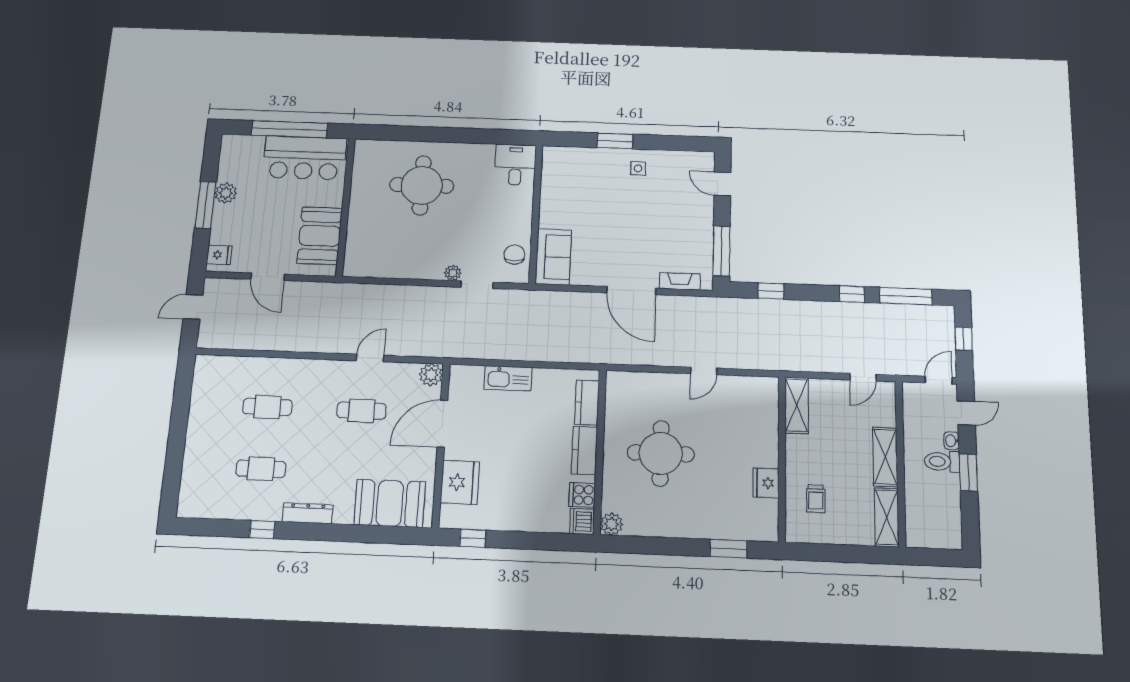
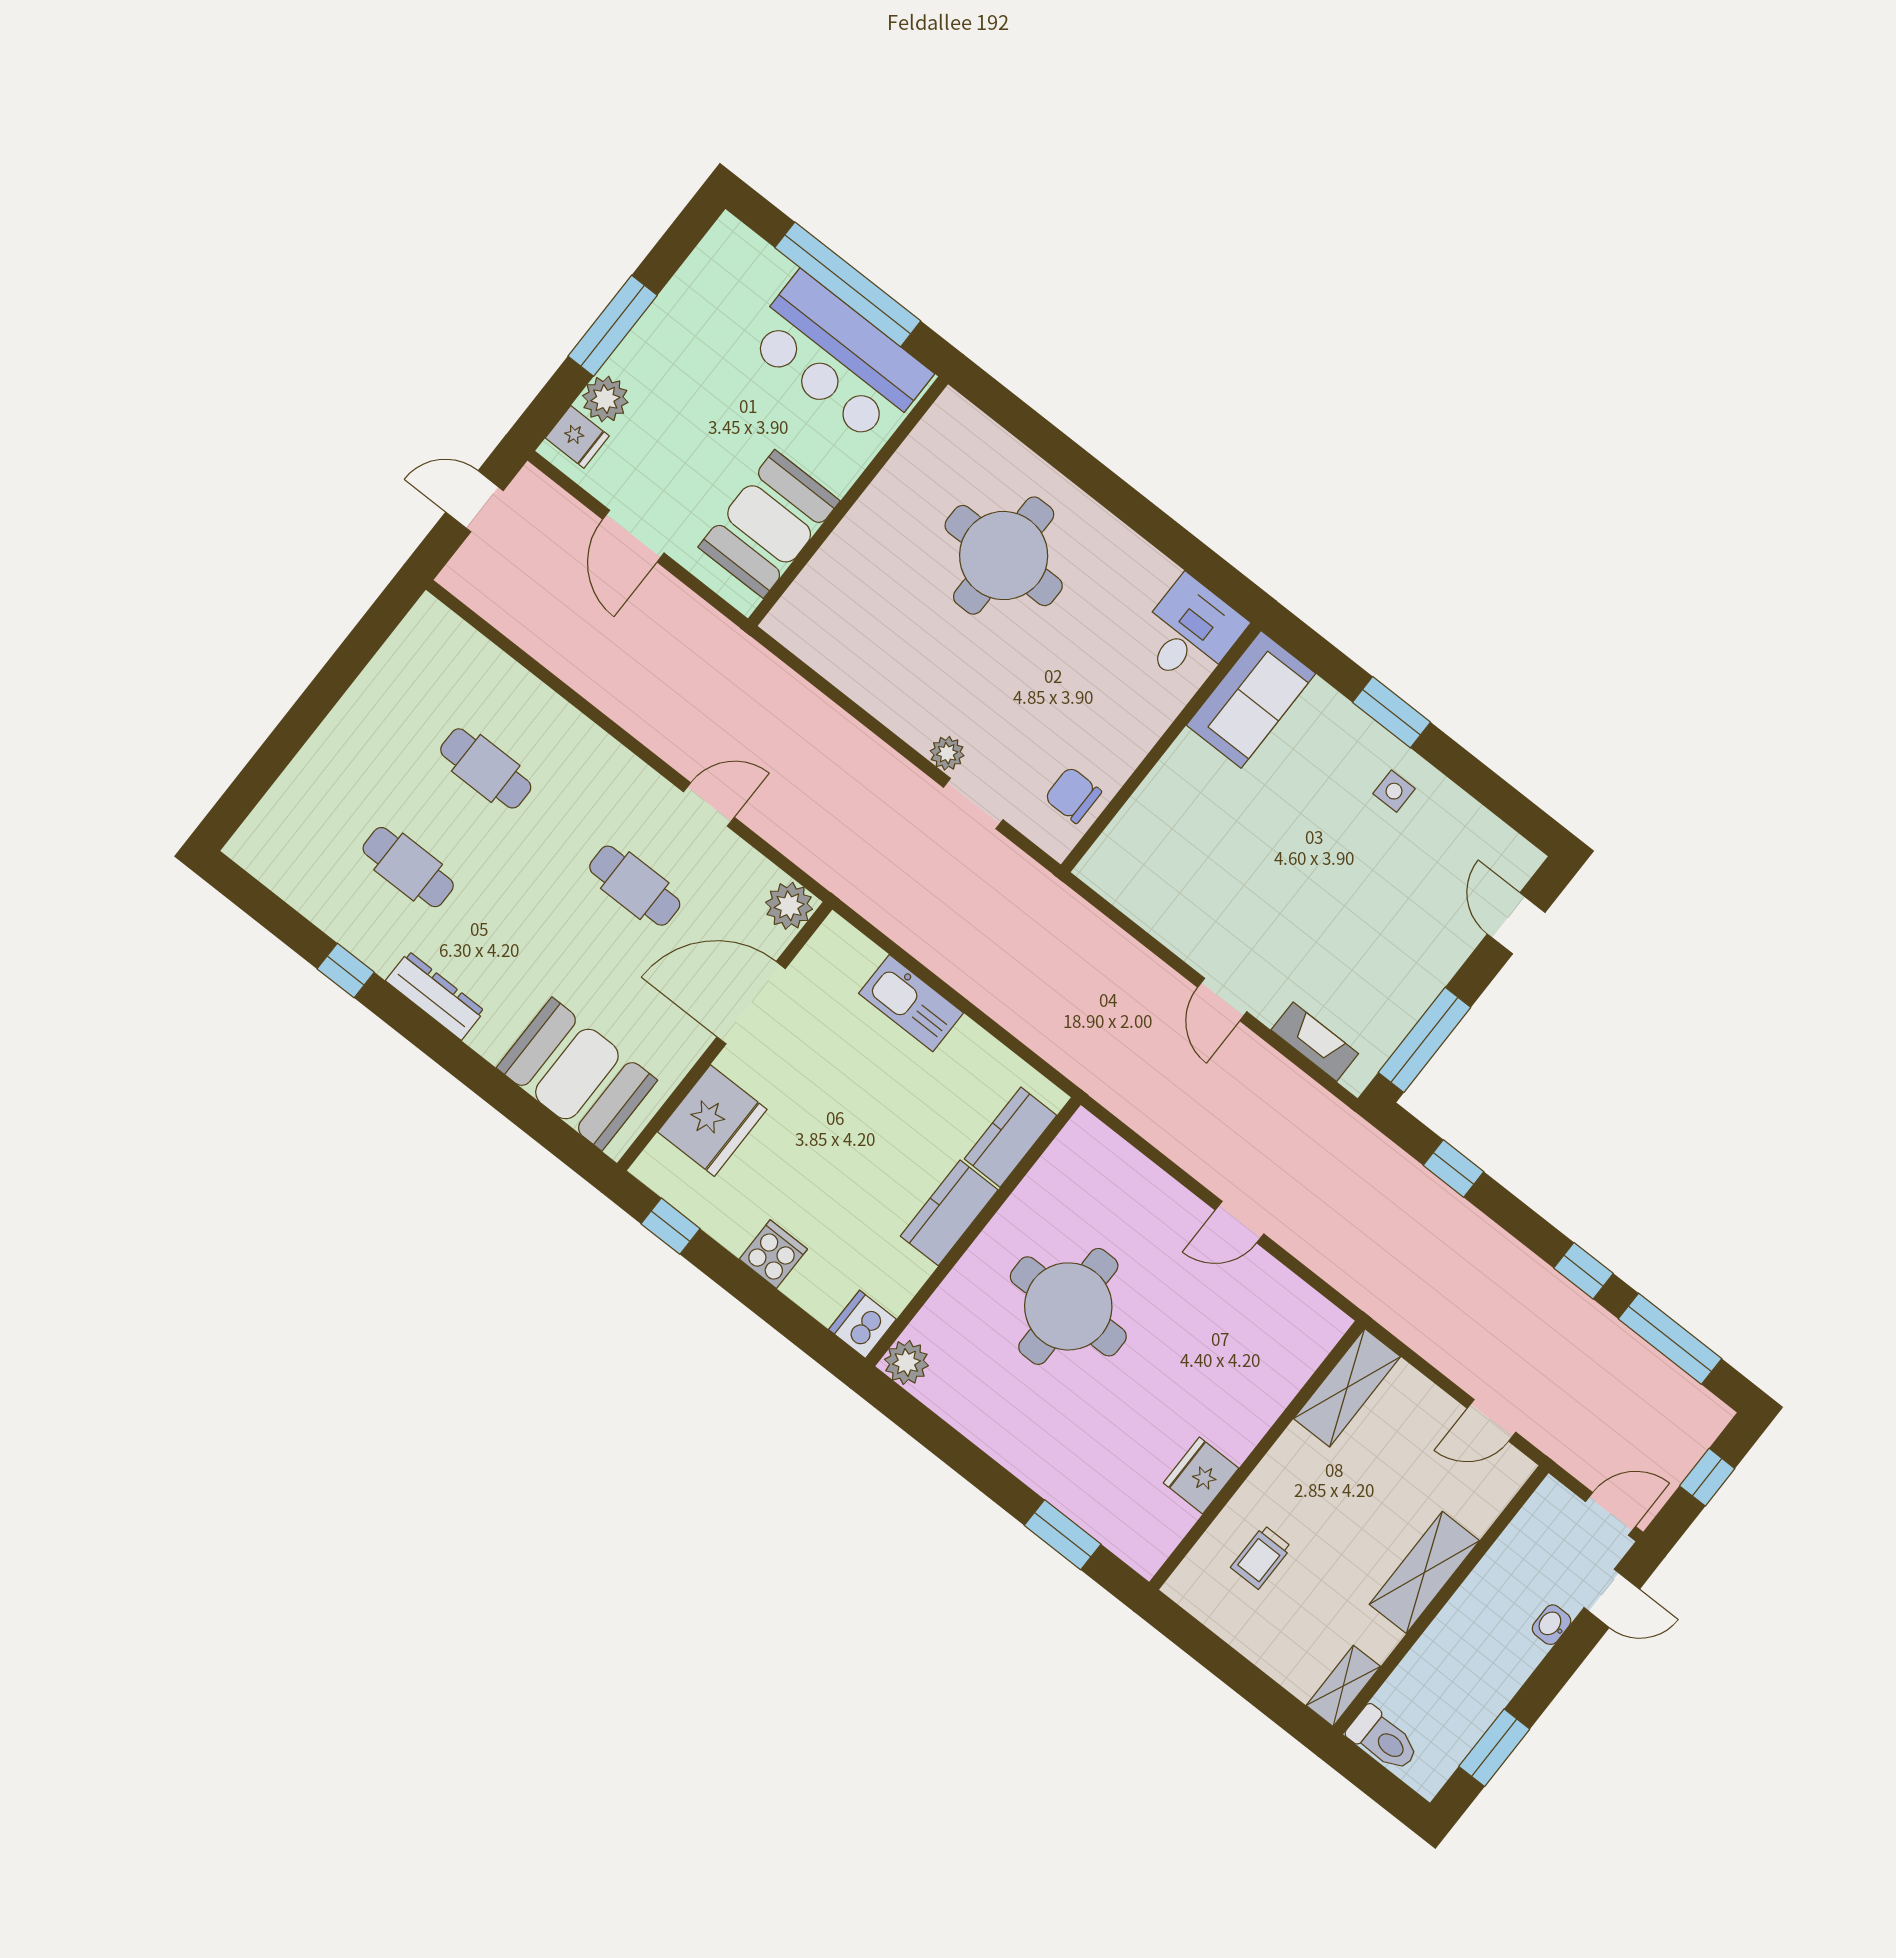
plant: (226, 193) -> (605, 399), moved
chair: (514, 255) -> (1073, 795), turned -90
sofa: (553, 257) -> (1251, 699), moved
door: (631, 291) -> (1222, 1000), width x0.53
toilet: (942, 461) -> (1383, 1739), moved, turned 180
window: (968, 472) -> (1494, 1748), moved
cooker: (582, 495) -> (773, 1254), moved, turned 90
shelving: (887, 517) -> (1343, 1686), width x0.67, depth x0.75

